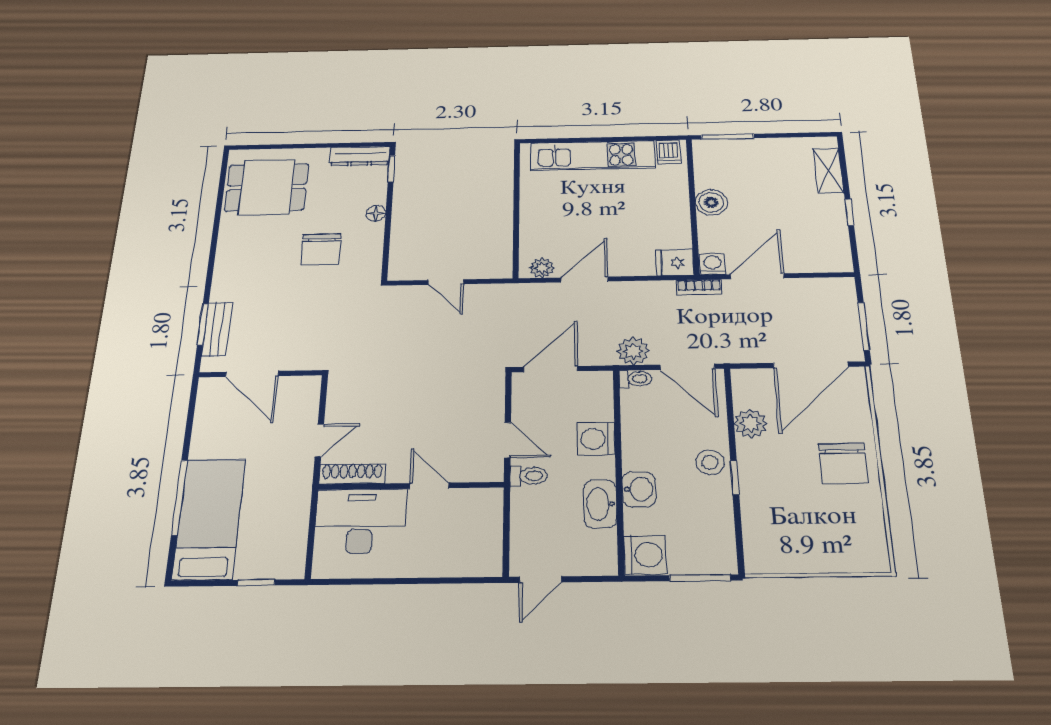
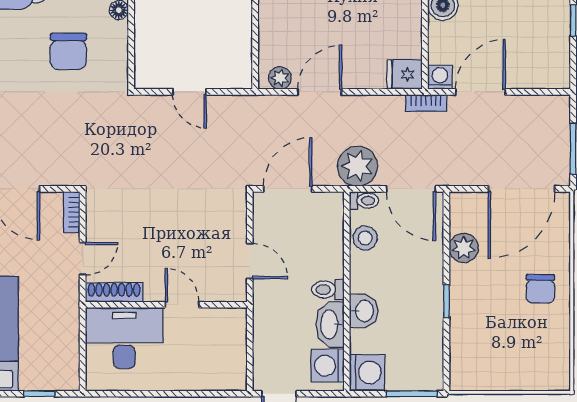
plant: (633, 351) -> (358, 166), width x1.36, depth x1.36
bookcase: (311, 395) -> (72, 212), added
washing machine: (596, 439) -> (328, 366), moved
stool: (710, 462) -> (365, 238), moved
chair: (843, 464) -> (540, 289), width x0.73, depth x0.73
toilet: (529, 476) -> (328, 290), moved, turned 180

